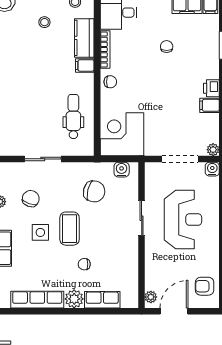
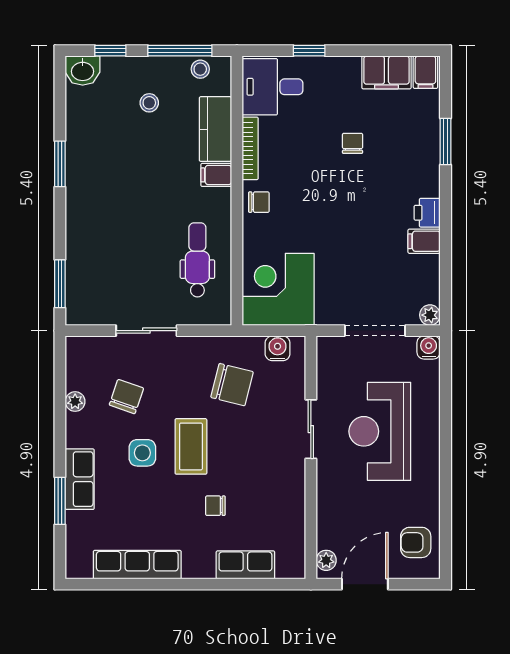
reception desk: (183, 220) -> (380, 431), turned 180
plant: (74, 299) -> (199, 563), removed

